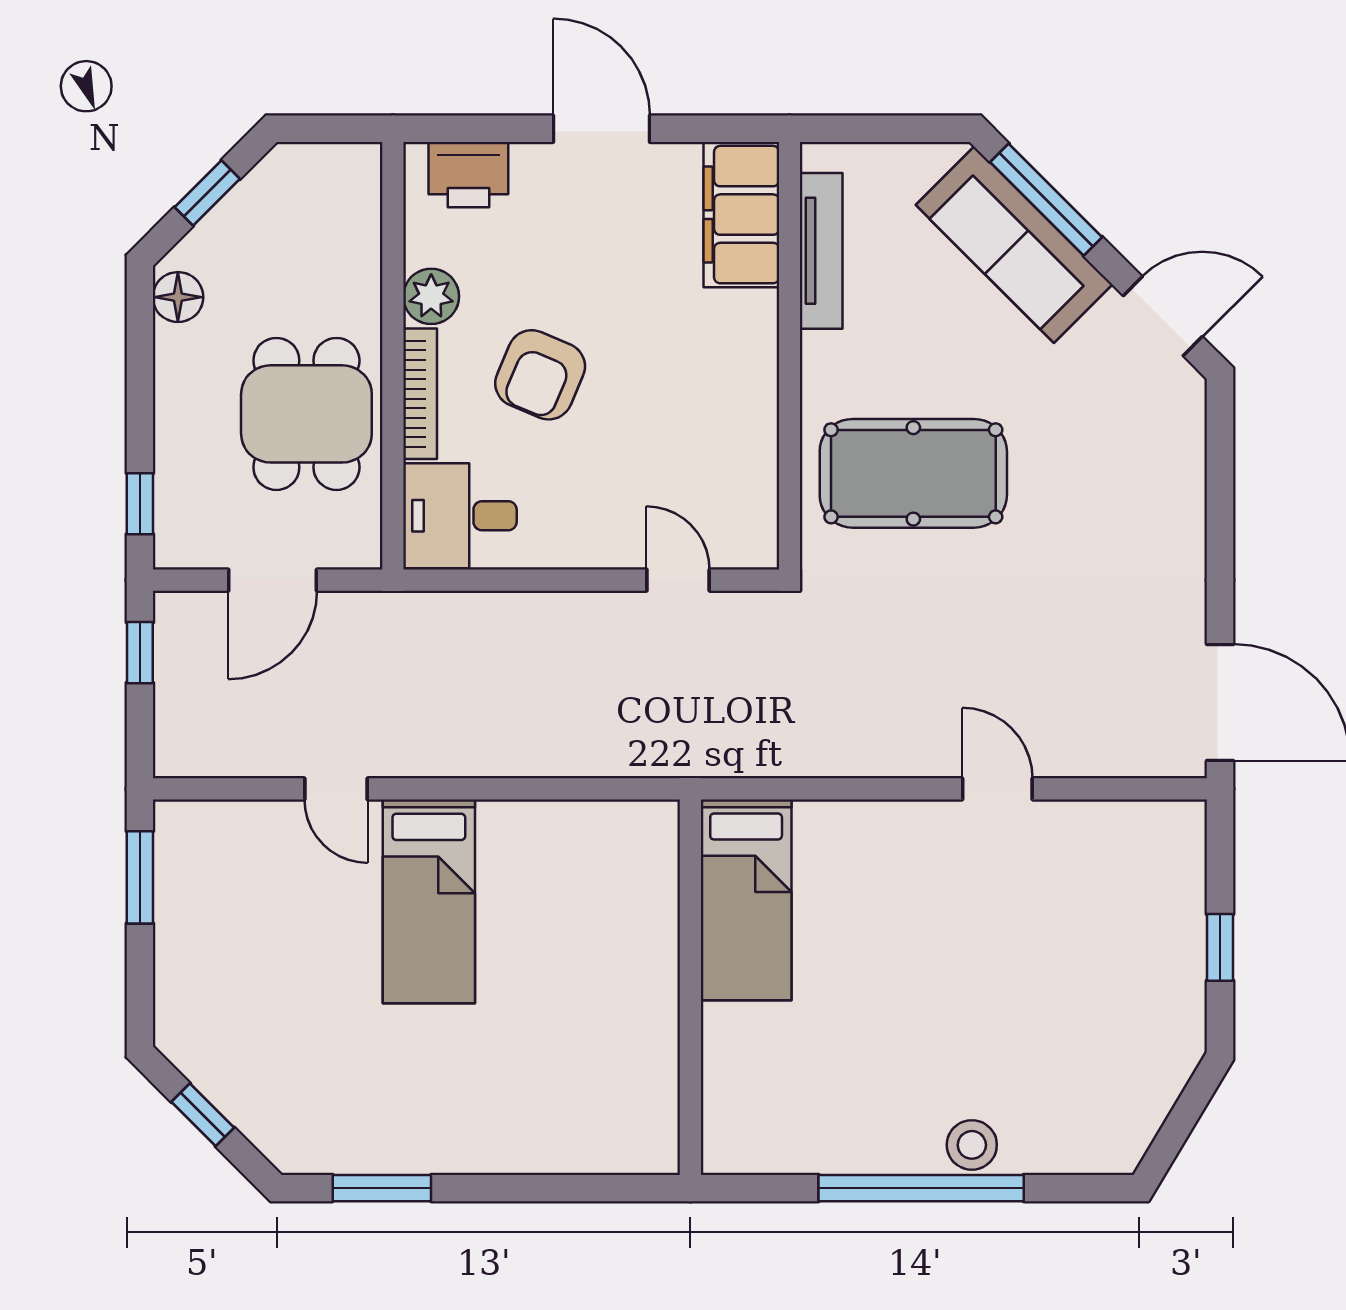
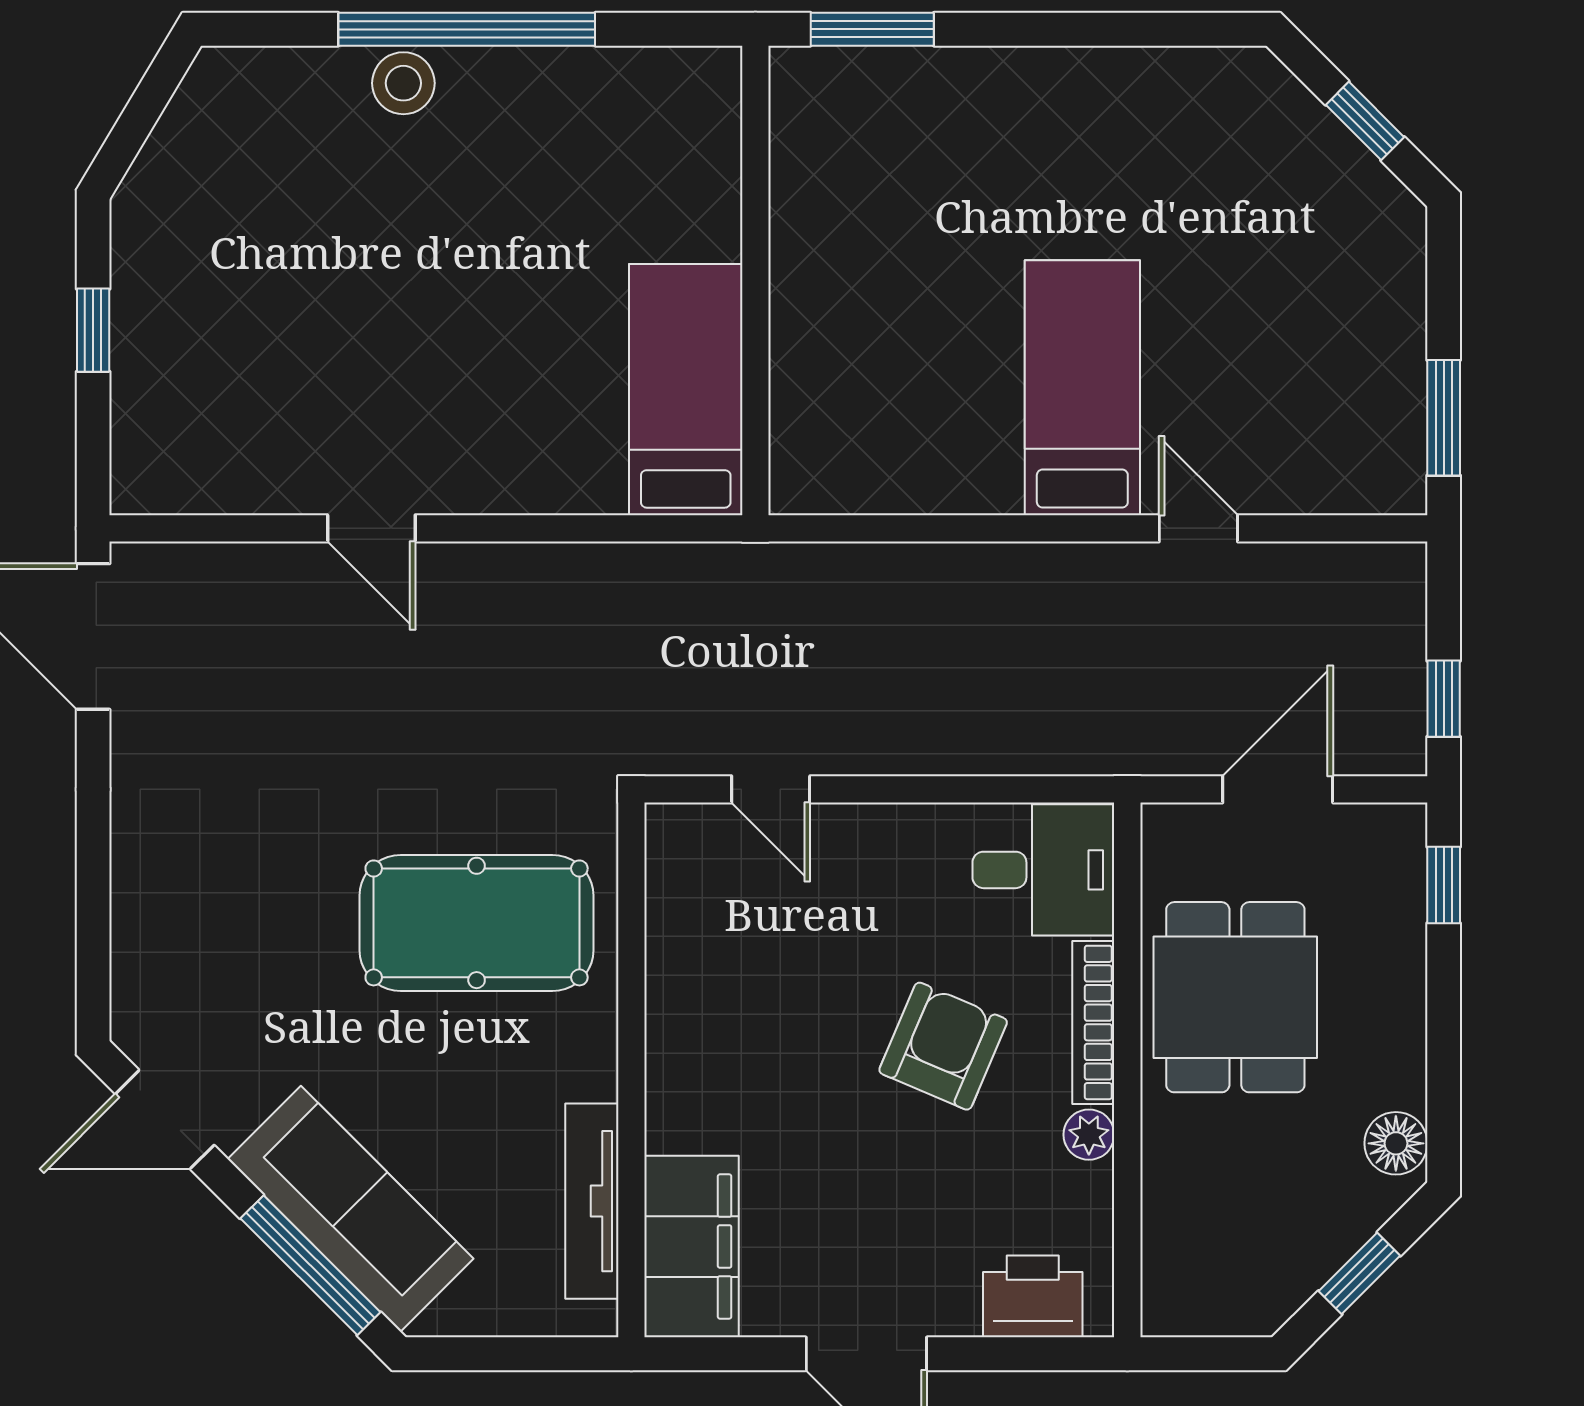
plant: (431, 296) -> (1089, 1135), width x0.73, depth x0.73
window: (382, 1188) -> (872, 29), moved

